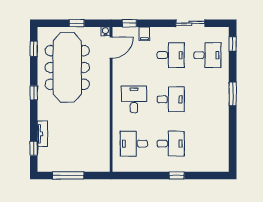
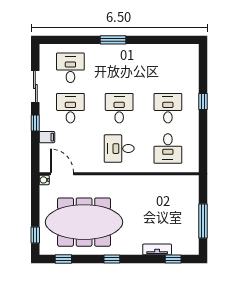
window: (77, 23) -> (35, 235), moved
window: (129, 23) -> (35, 123), moved
window: (233, 44) -> (58, 40), removed

